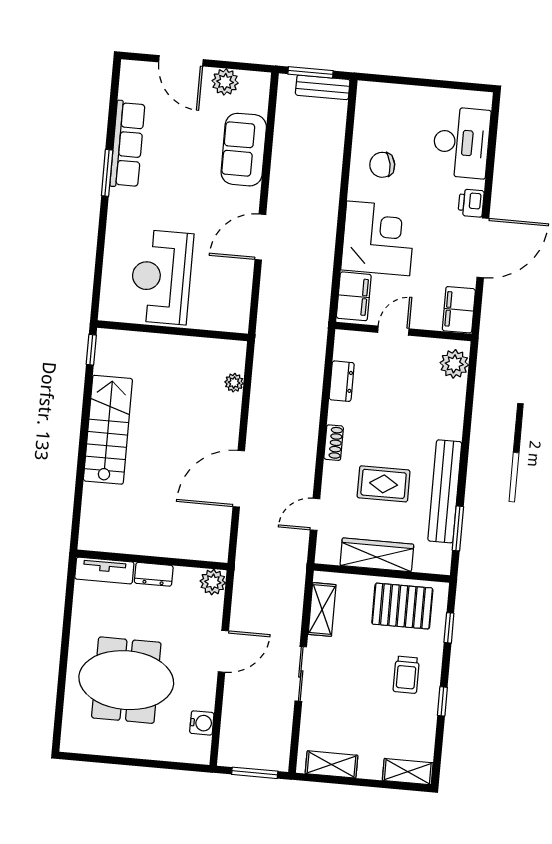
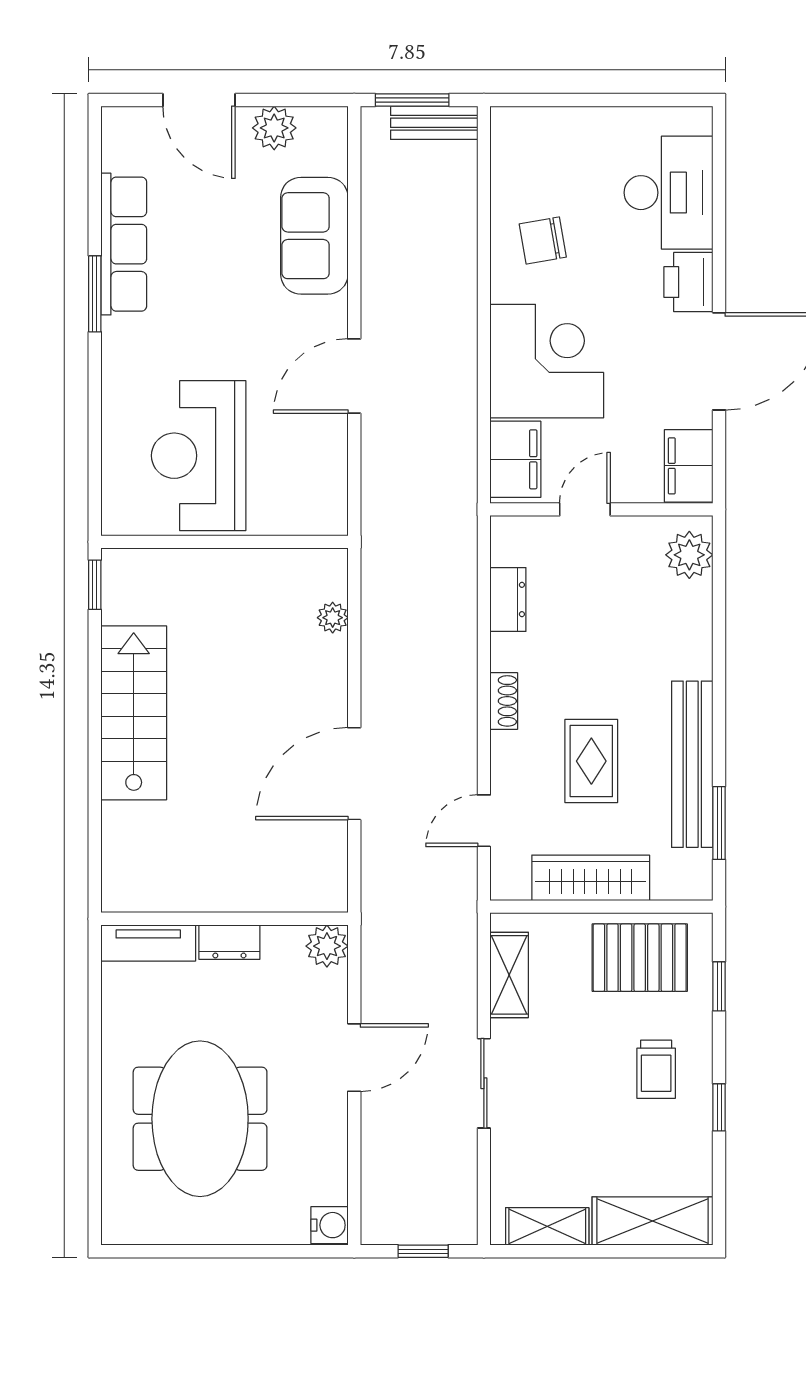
printer: (471, 203) -> (688, 282), width x1.36, depth x1.24
rug: (384, 484) -> (591, 761), turned 90
meeting table: (126, 680) -> (200, 1119), turned 90
water cooler: (202, 723) -> (330, 1225), moved
shelving: (408, 772) -> (653, 1221), width x1.50, depth x1.33
window: (255, 773) -> (423, 1251), width x0.67

